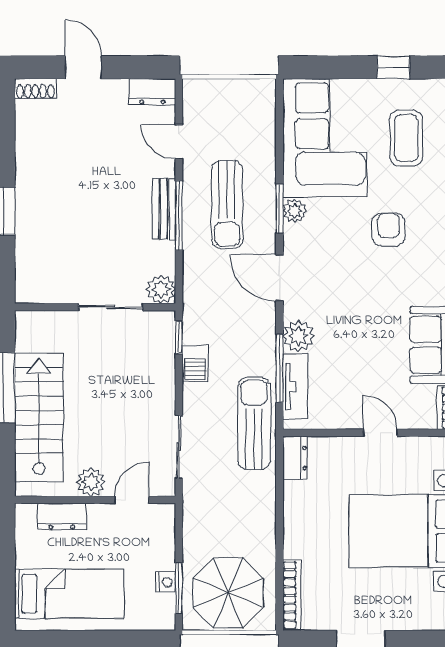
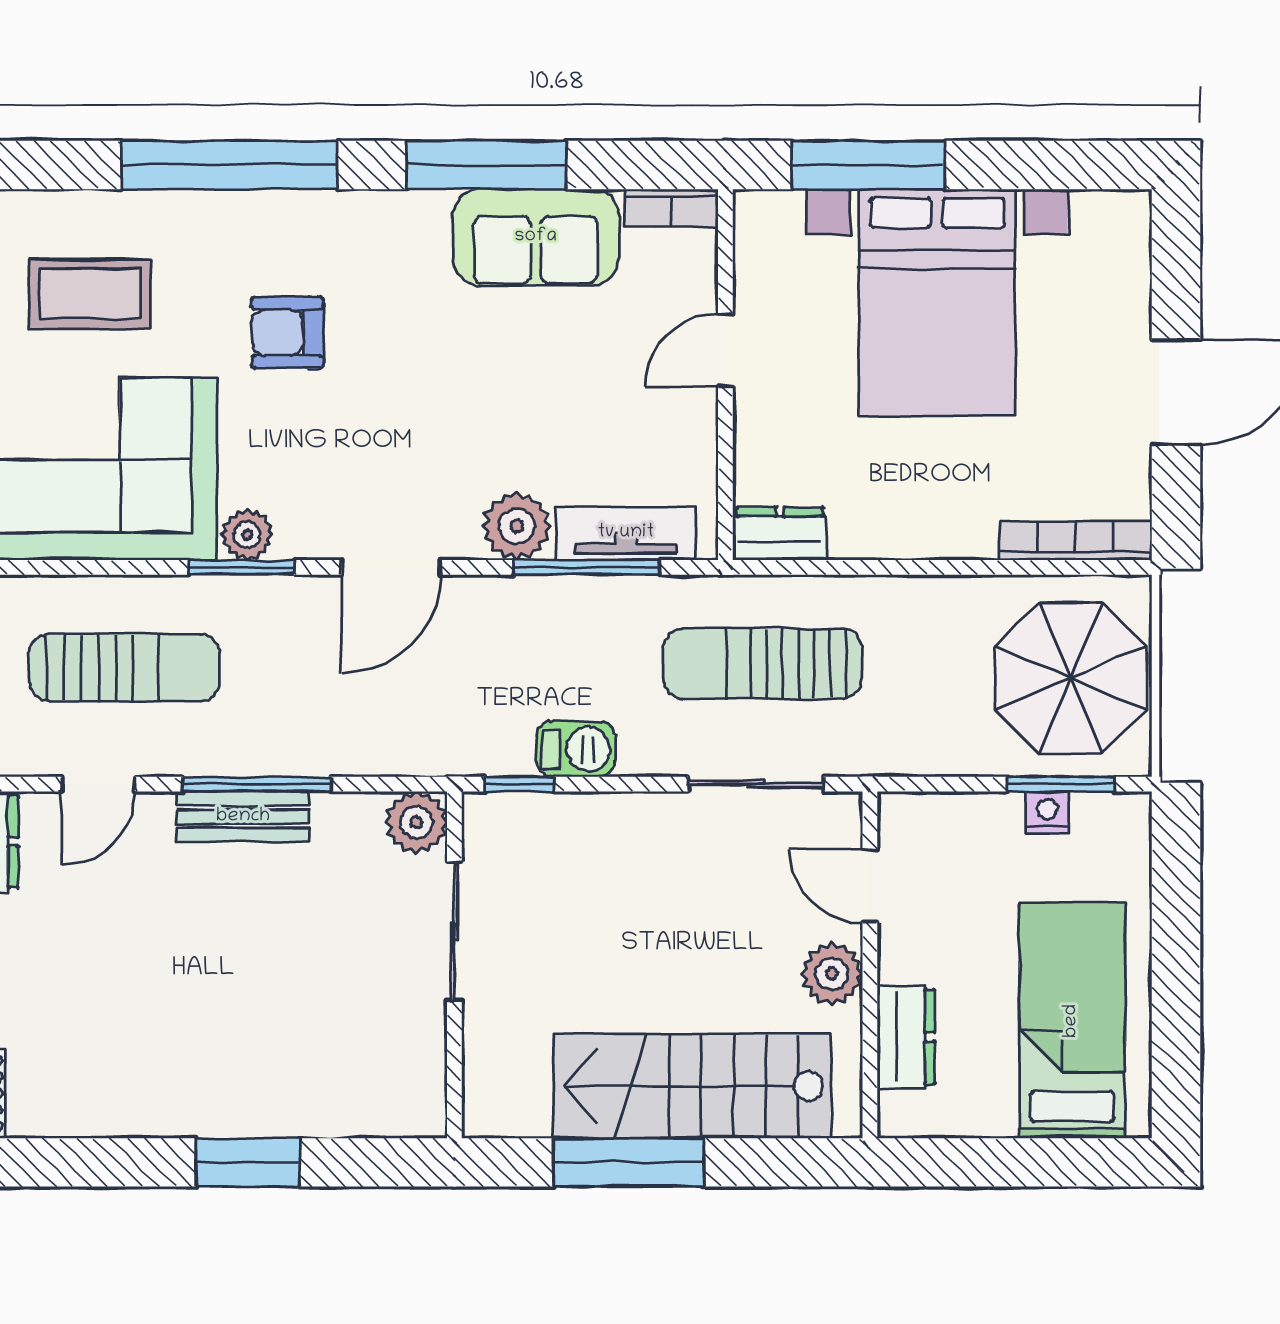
sun lounger: (227, 205) -> (124, 668), moved
sun lounger: (254, 424) -> (762, 664), moved

